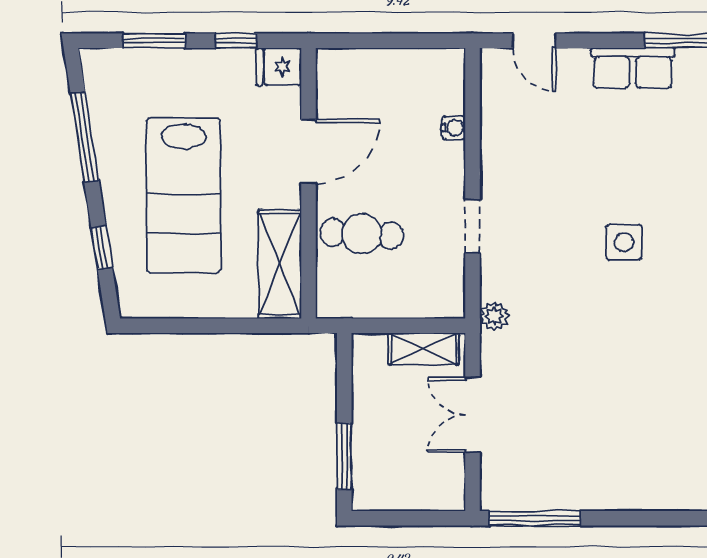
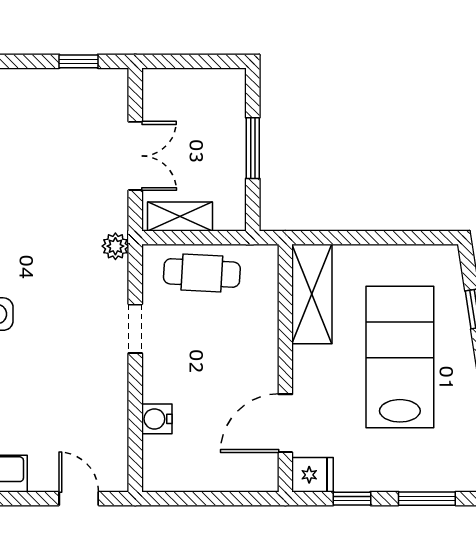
water cooler: (454, 128) -> (157, 419), width x1.38, depth x1.38
door: (309, 152) -> (285, 423), moved
cafe table: (362, 234) -> (202, 273), moved
window: (344, 456) -> (253, 148), moved
window: (535, 518) -> (78, 61), width x0.46

